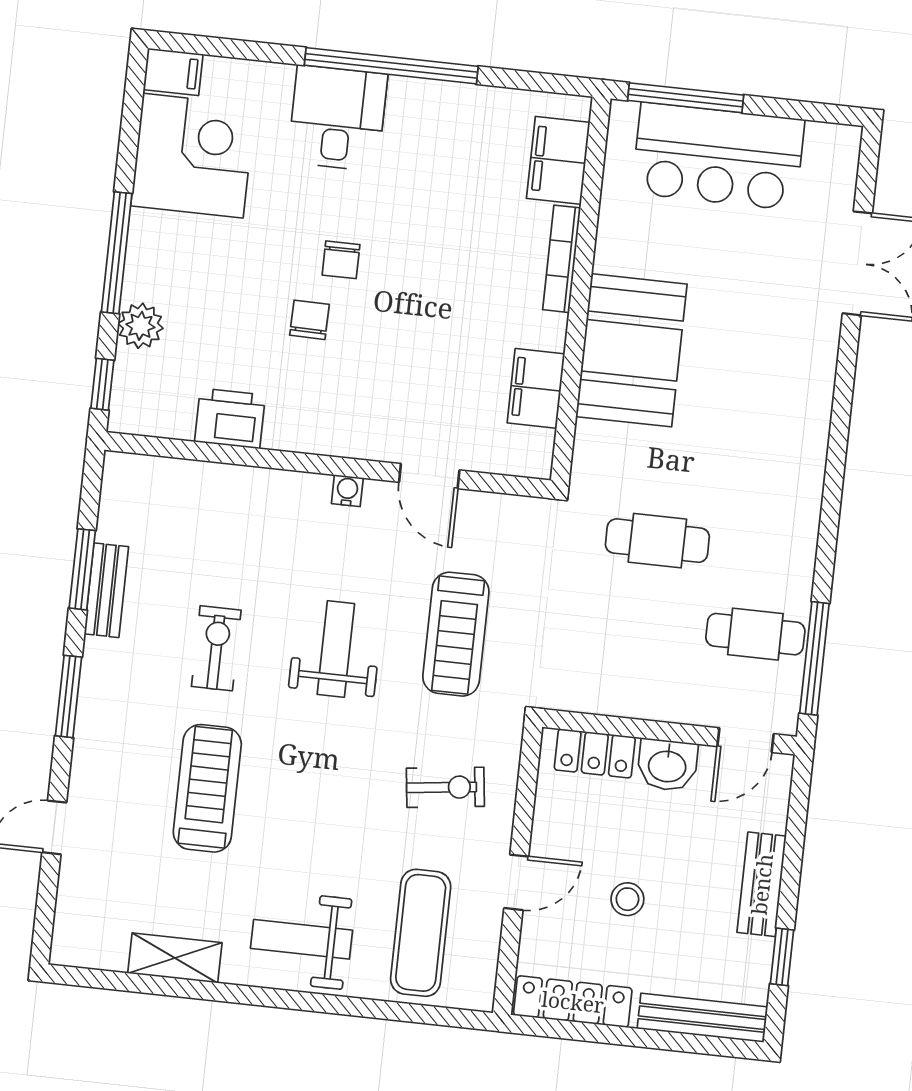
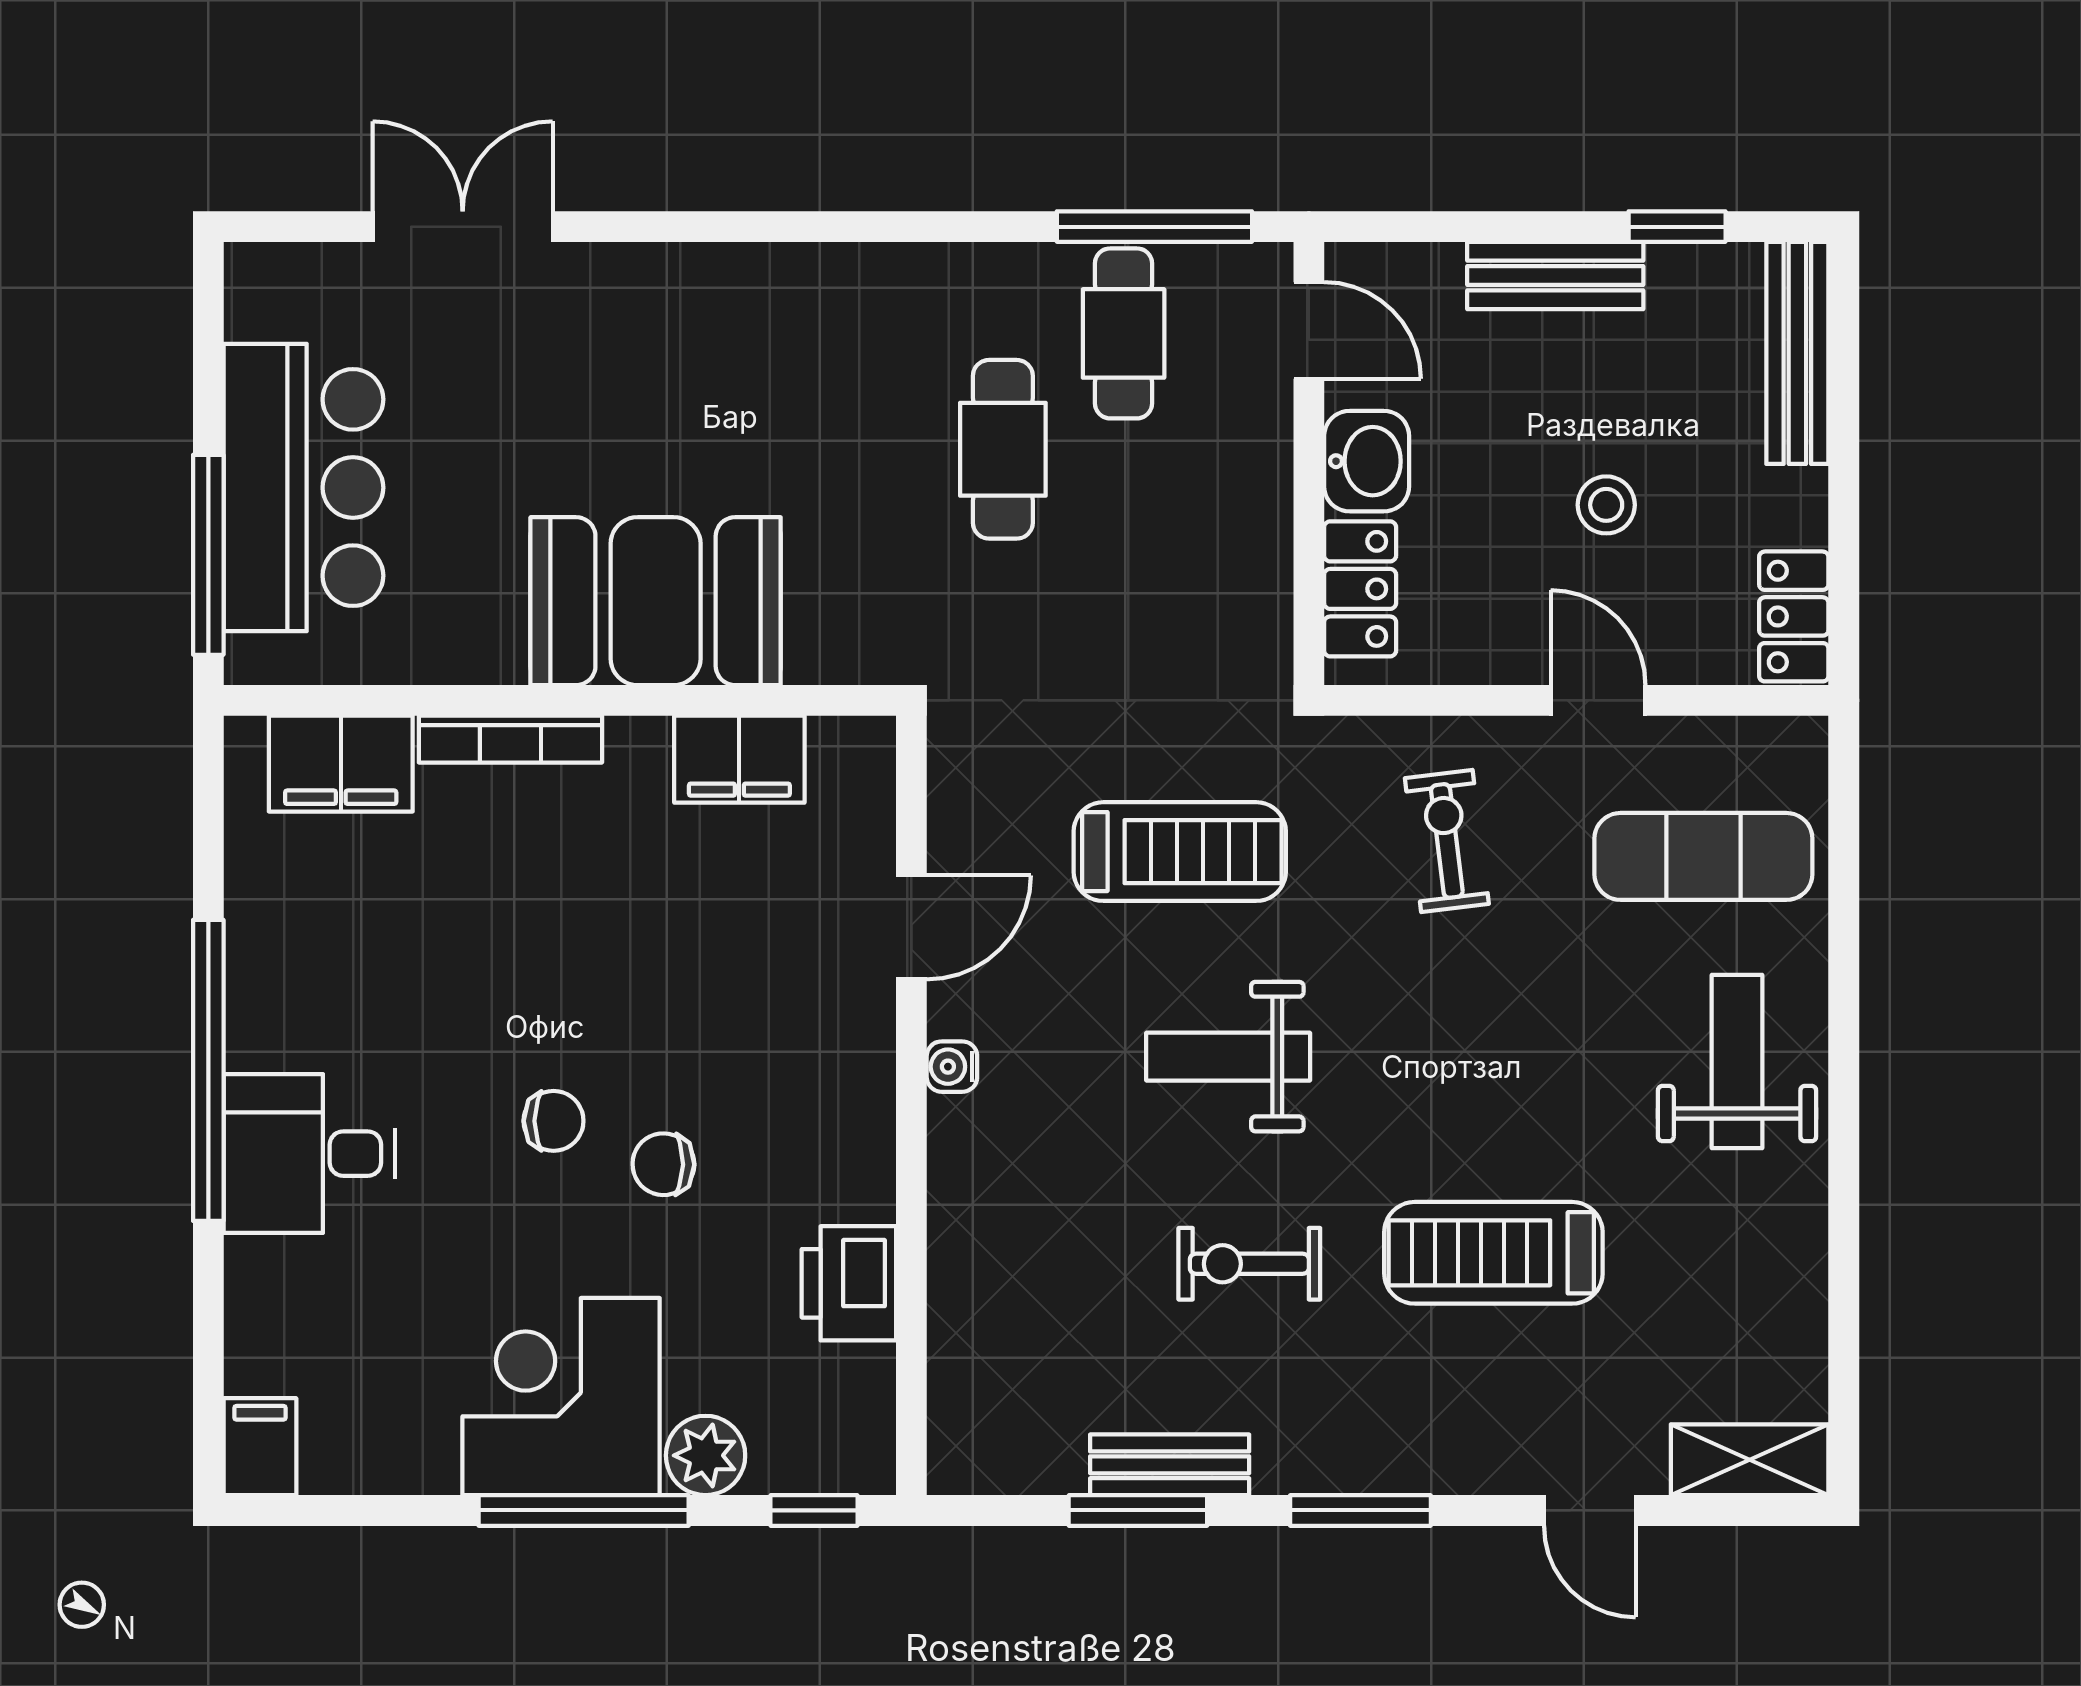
corner desk: (193, 156) -> (561, 1397), moved
cafe table: (657, 541) -> (1003, 449), moved
weight bench: (301, 939) -> (1737, 1062), turned 180
shelving: (175, 958) -> (1750, 1460), moved, turned 90
locker: (573, 1002) -> (1794, 616), width x0.66

